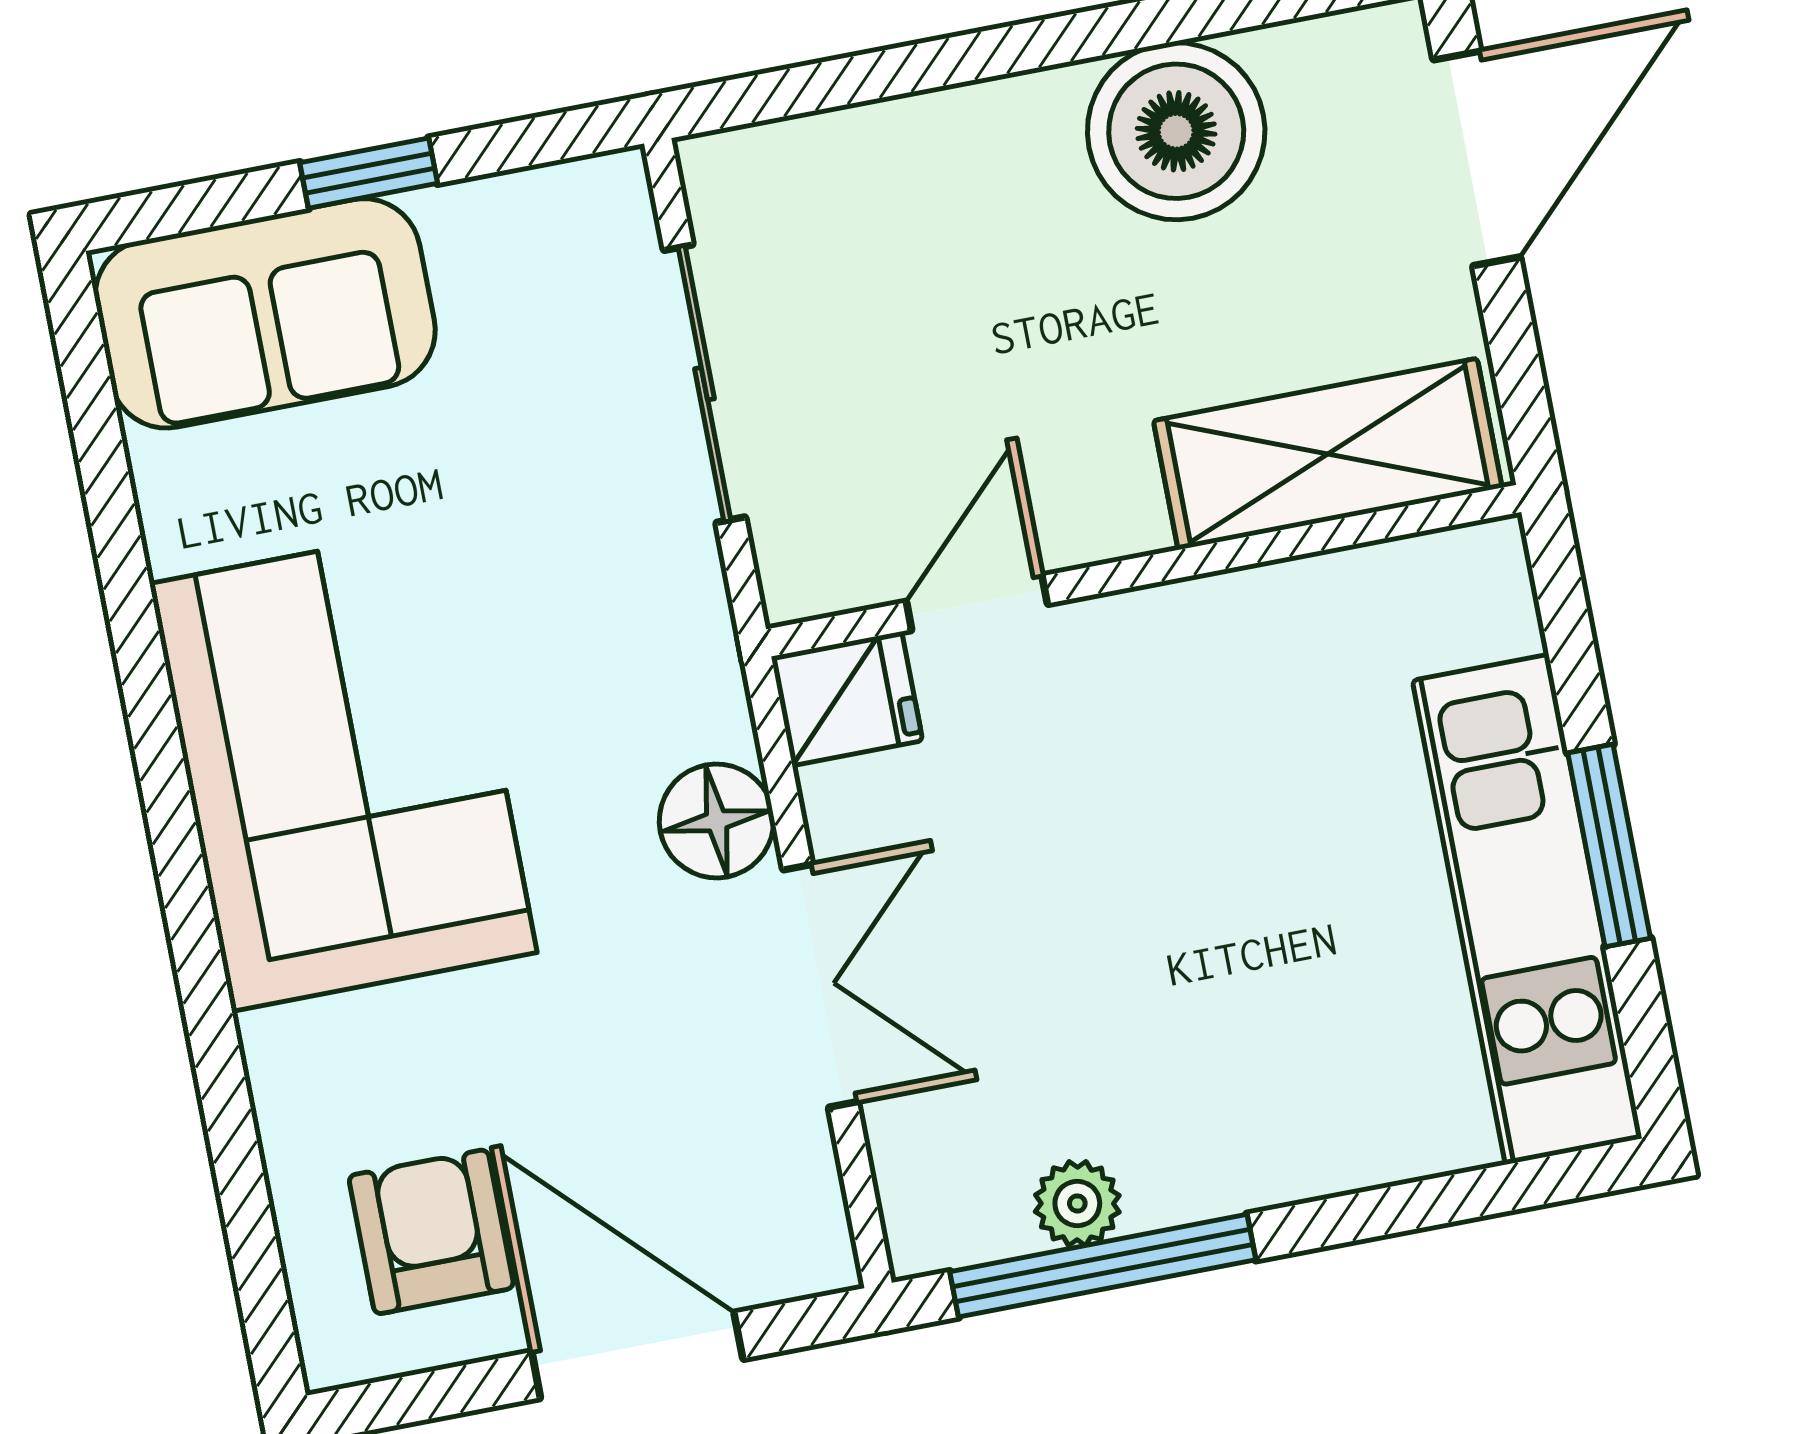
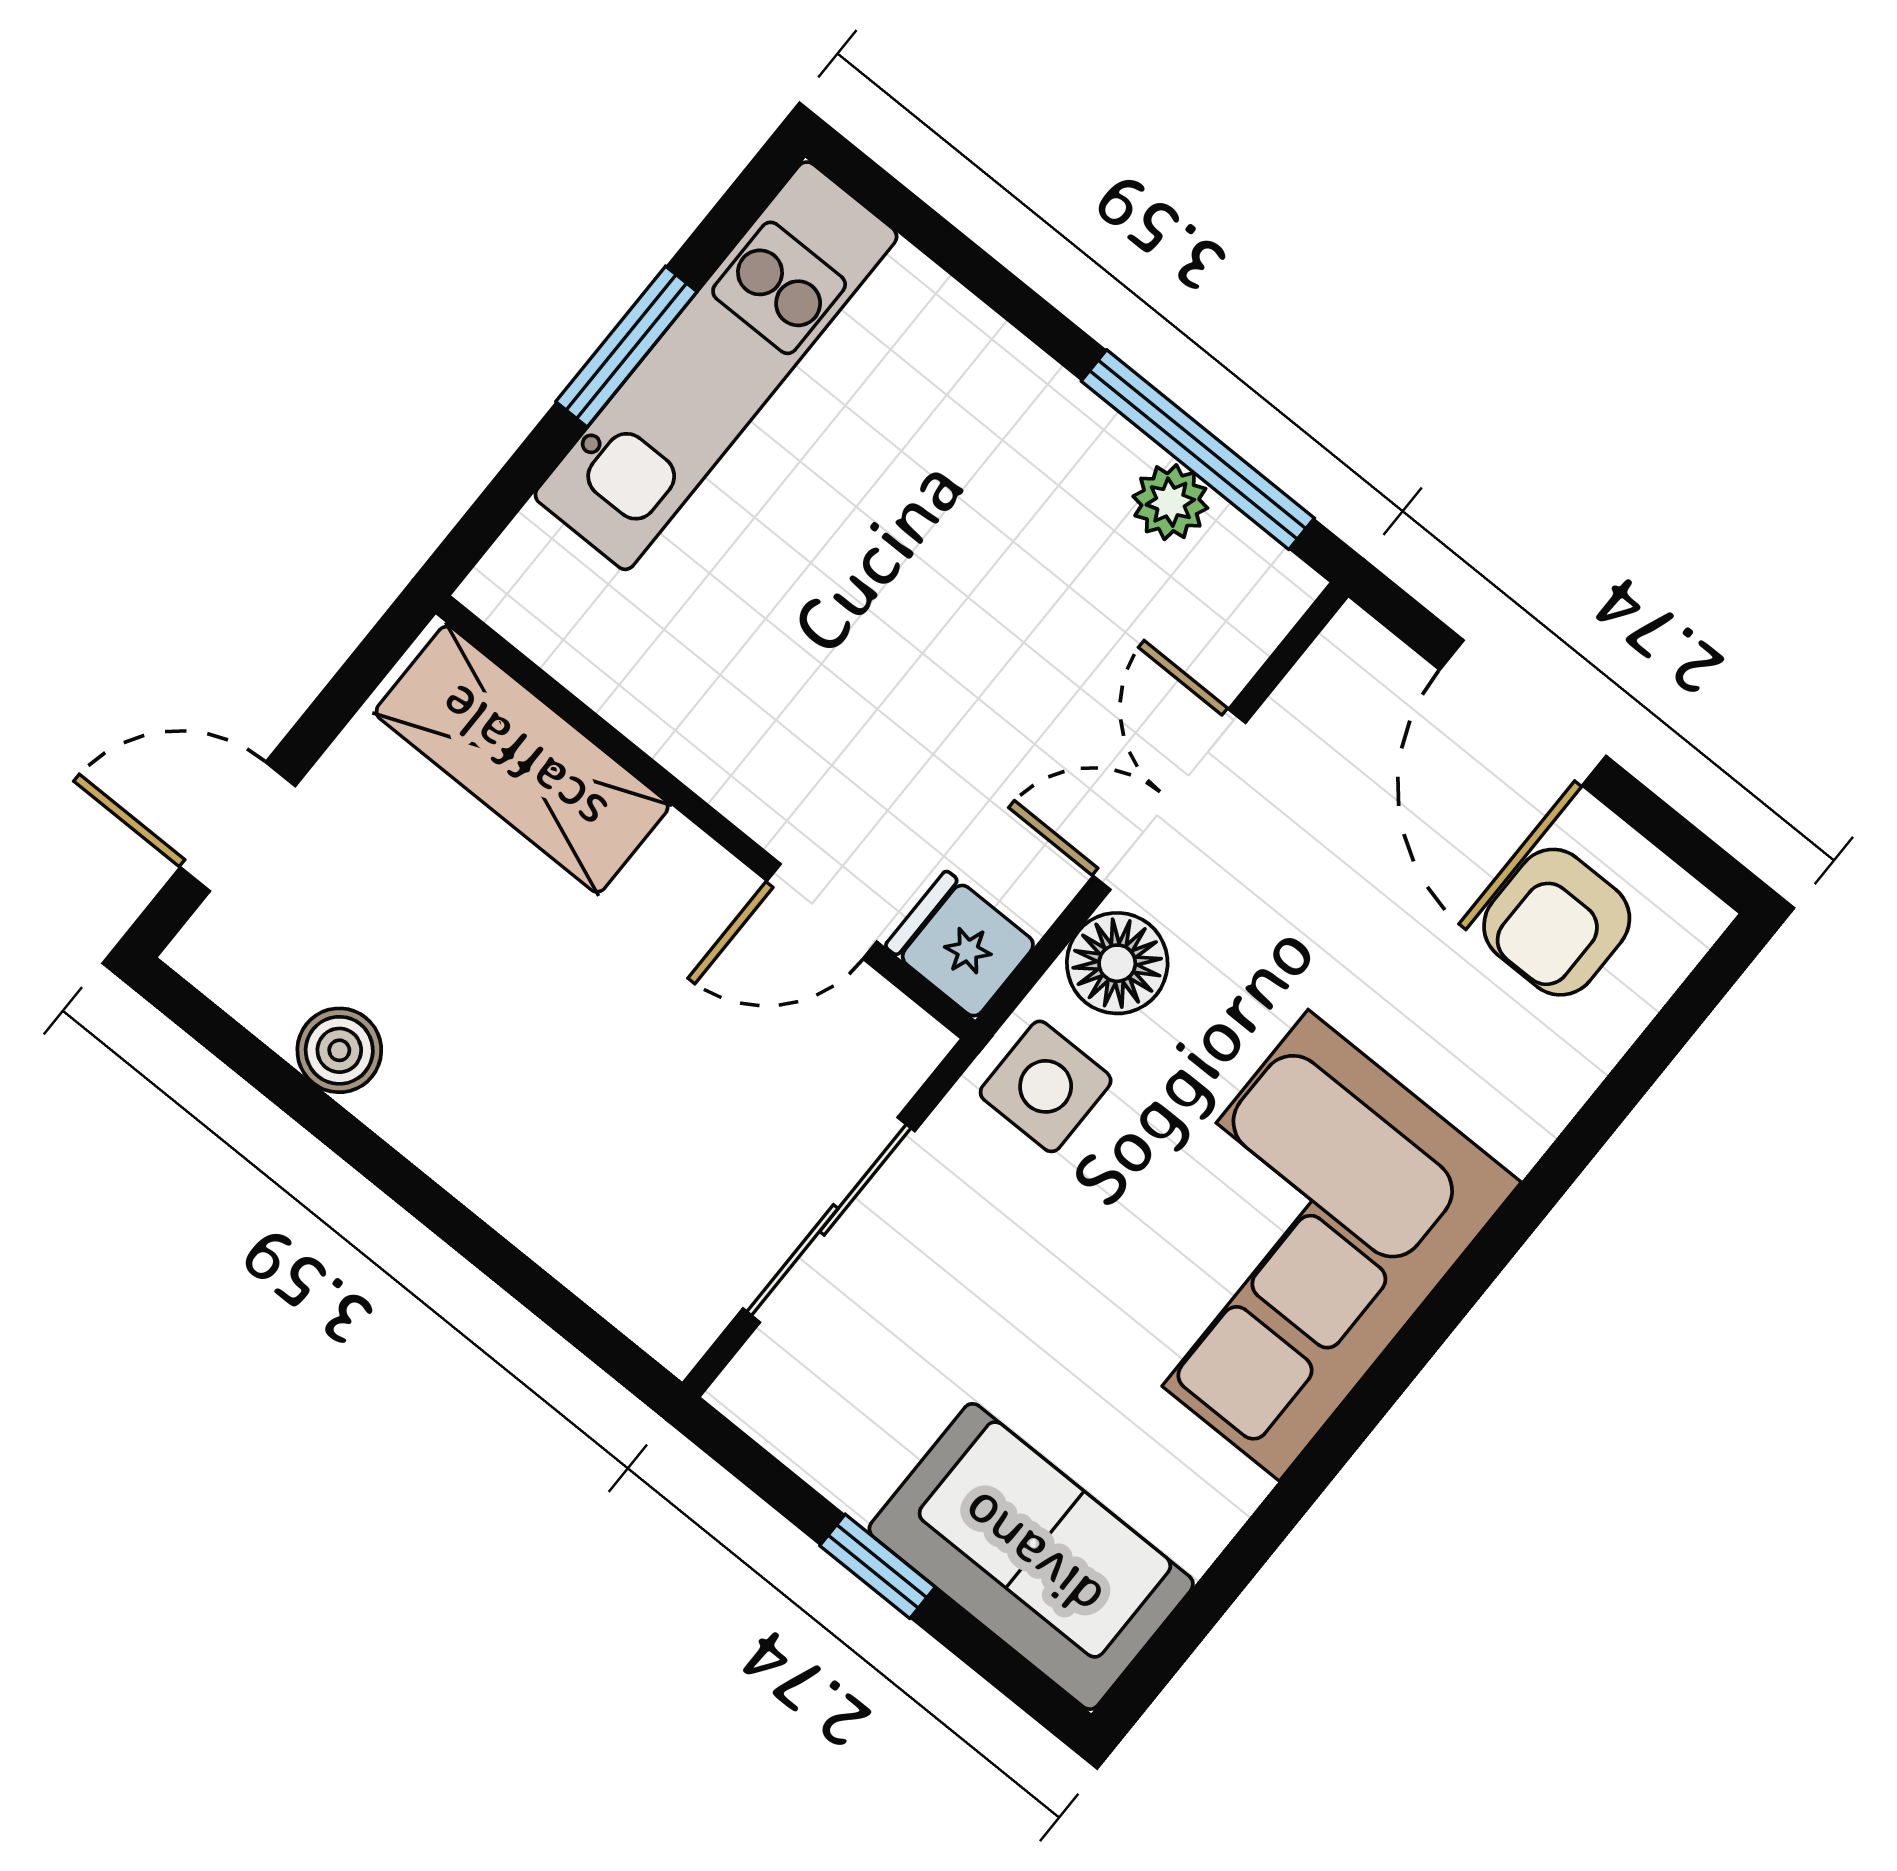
boiler: (1176, 131) -> (339, 1050), width x0.54, depth x0.54
door: (1477, 158) -> (238, 827), width x0.73
side table: (662, 669) -> (1046, 1086), added

